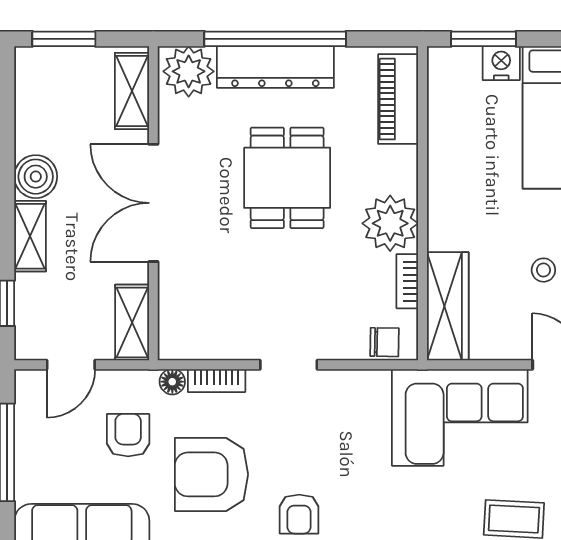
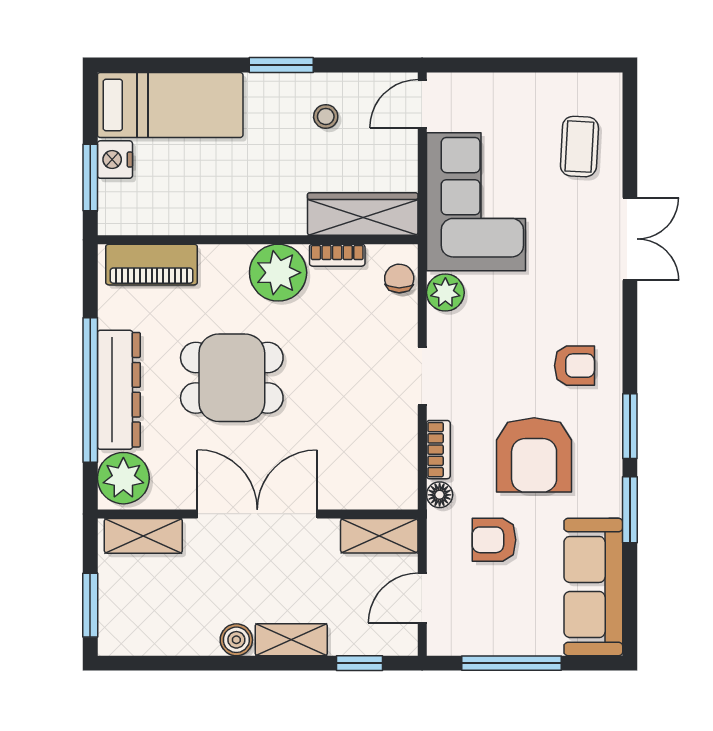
boiler: (36, 177) -> (236, 640), width x0.73, depth x0.73
double door: (153, 203) -> (257, 514), swing flipped
door: (71, 365) -> (422, 598), swing flipped
plant: (371, 387) -> (445, 293), added

